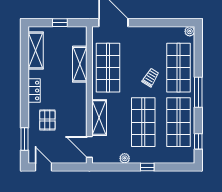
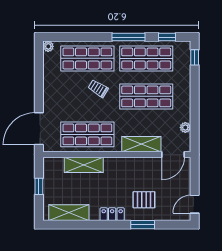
window: (198, 92) -> (128, 37), moved
window: (25, 139) -> (143, 225), moved
plant: (125, 158) -> (185, 127), moved
window: (147, 167) -> (195, 57), moved

